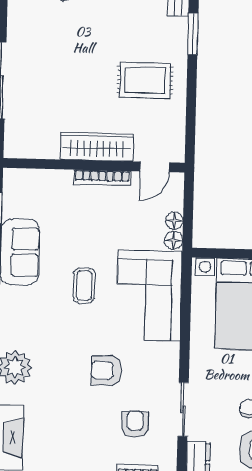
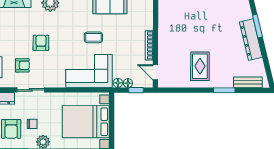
wardrobe: (97, 147) -> (165, 42), removed
window: (188, 205) -> (136, 90), added
armchair: (106, 370) -> (41, 43), moved

